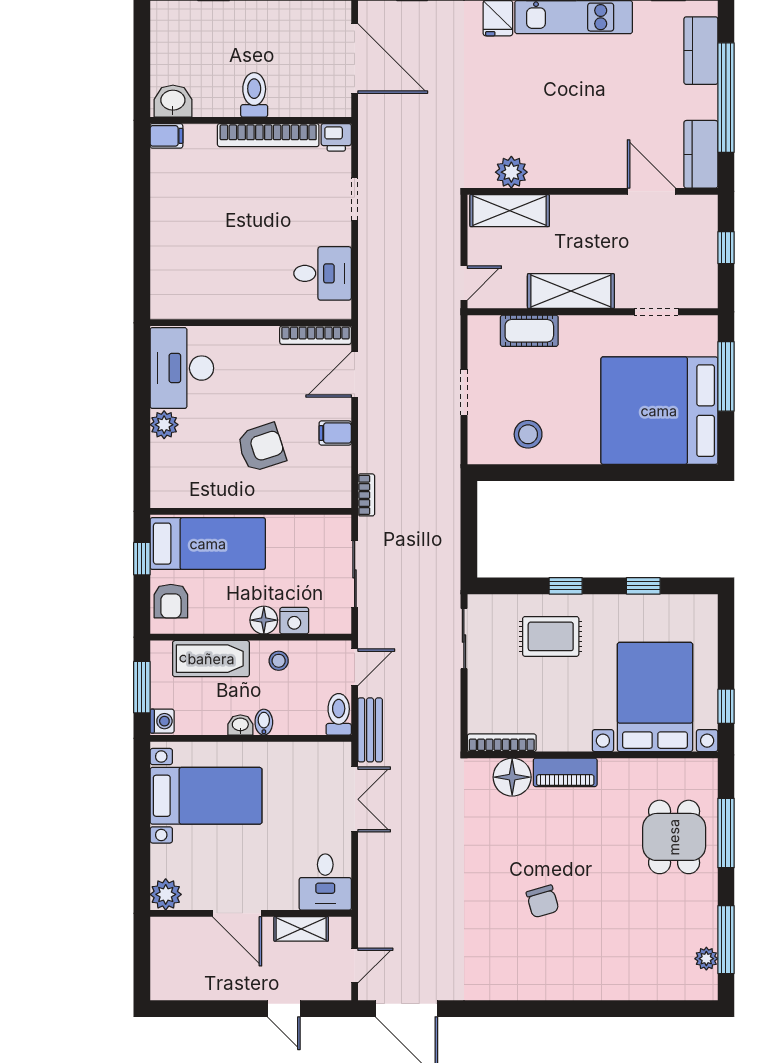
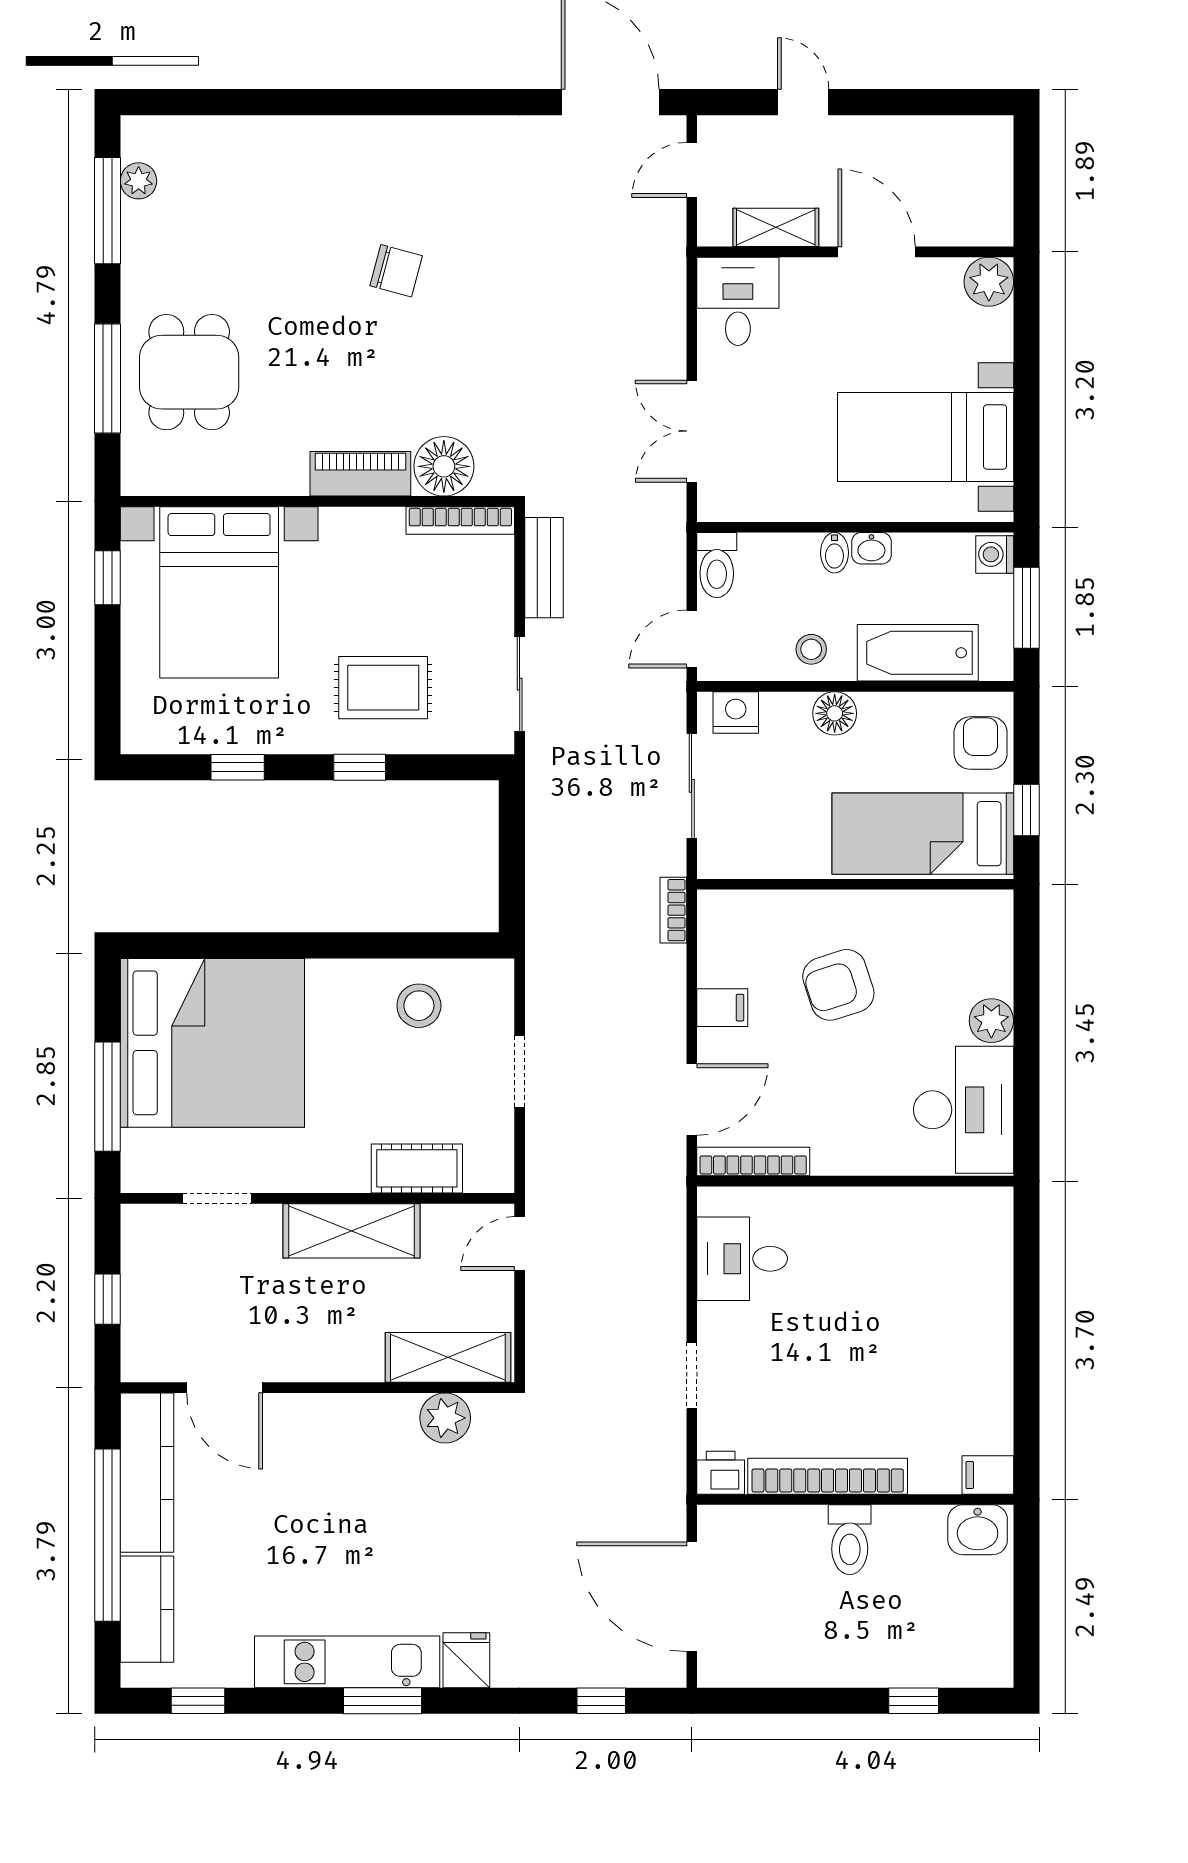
kitchen counter: (701, 154) -> (147, 1473), width x1.50
nightstand: (294, 621) -> (736, 712), moved
bench: (370, 730) -> (544, 568), moved
chair: (543, 901) -> (396, 271), turned 121

